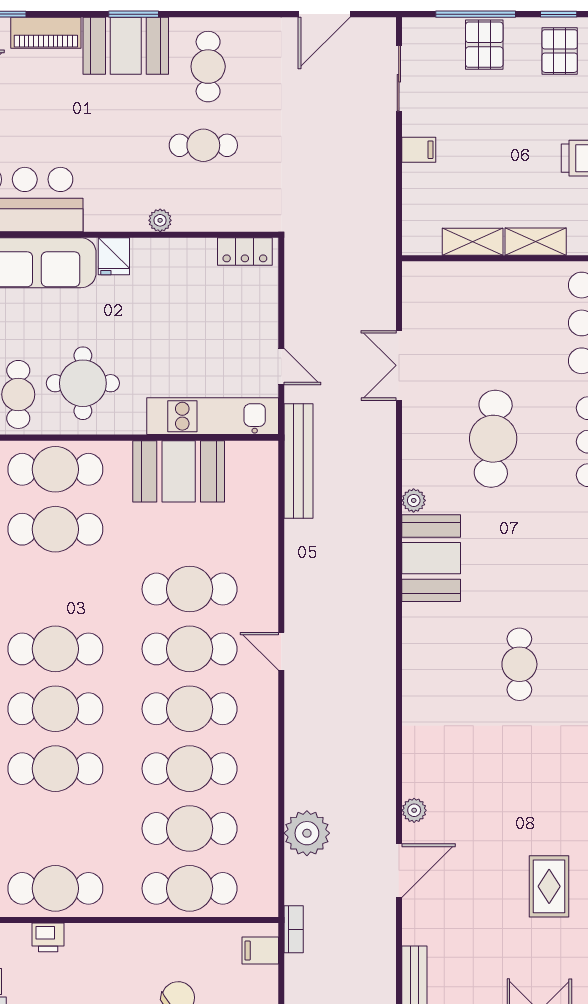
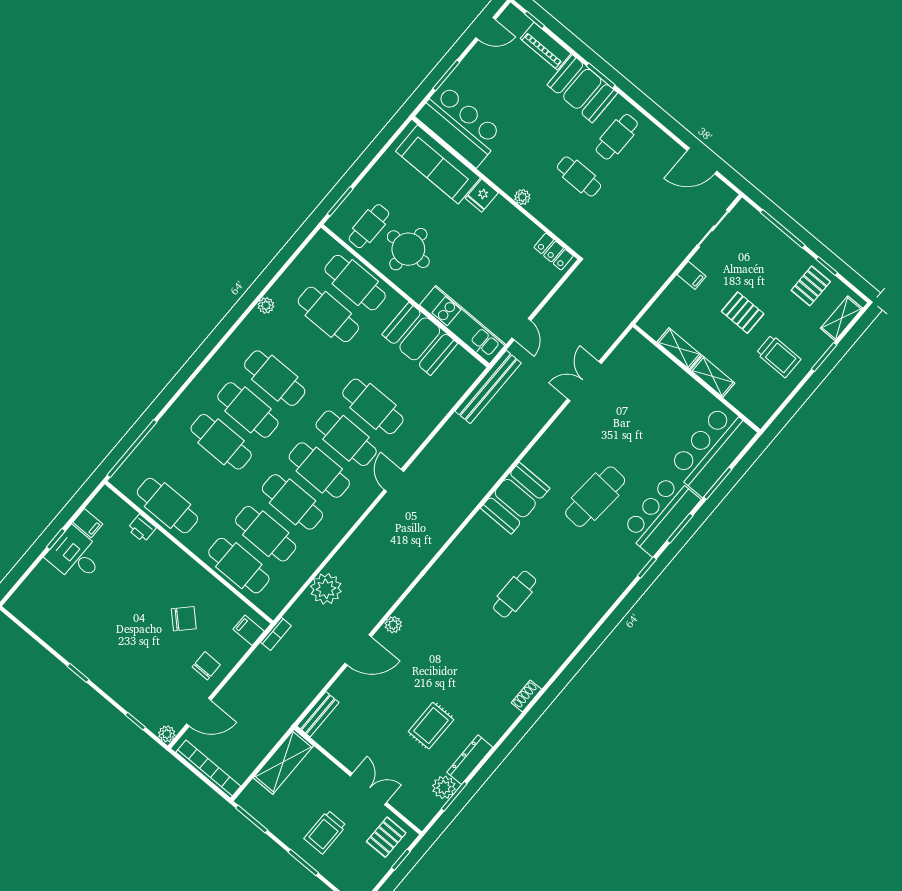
pallet: (484, 45) -> (743, 313), moved, turned 90
cafe table: (493, 439) -> (595, 497), moved
plant: (414, 500) -> (532, 460), removed

